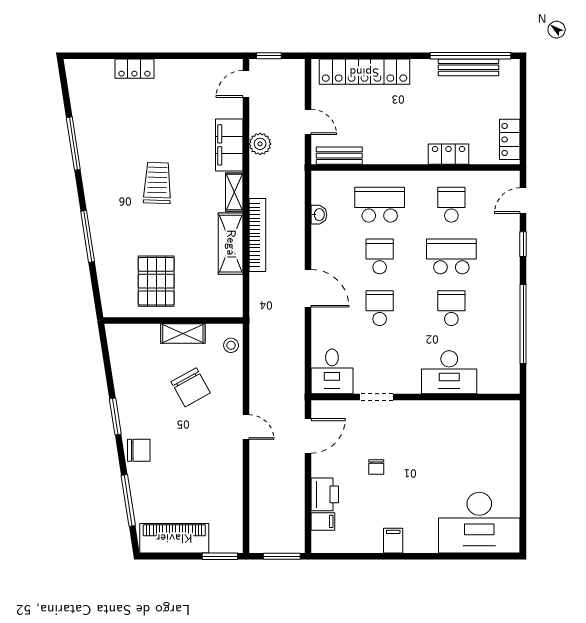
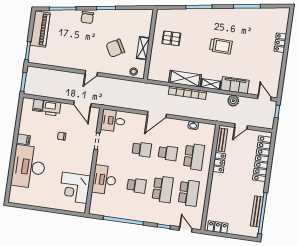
locker: (449, 154) -> (219, 163), moved
school desk: (451, 205) -> (189, 193), width x1.85
pallet: (156, 281) -> (171, 38), width x0.67, depth x0.71
corner desk: (473, 428) -> (75, 188), added
desk: (479, 523) -> (29, 167), moved

